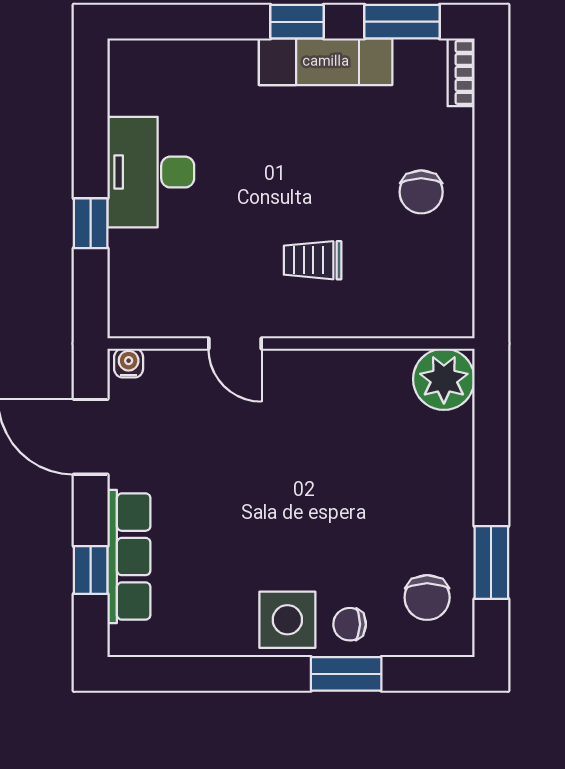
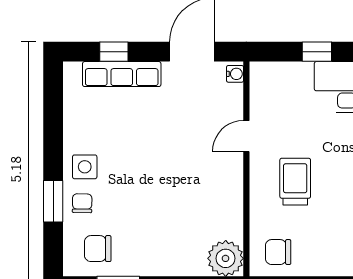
chair: (421, 192) -> (278, 252), moved
trolley: (313, 260) -> (295, 182), width x1.36, depth x1.39
side table: (287, 620) -> (85, 167), width x0.73, depth x0.73

